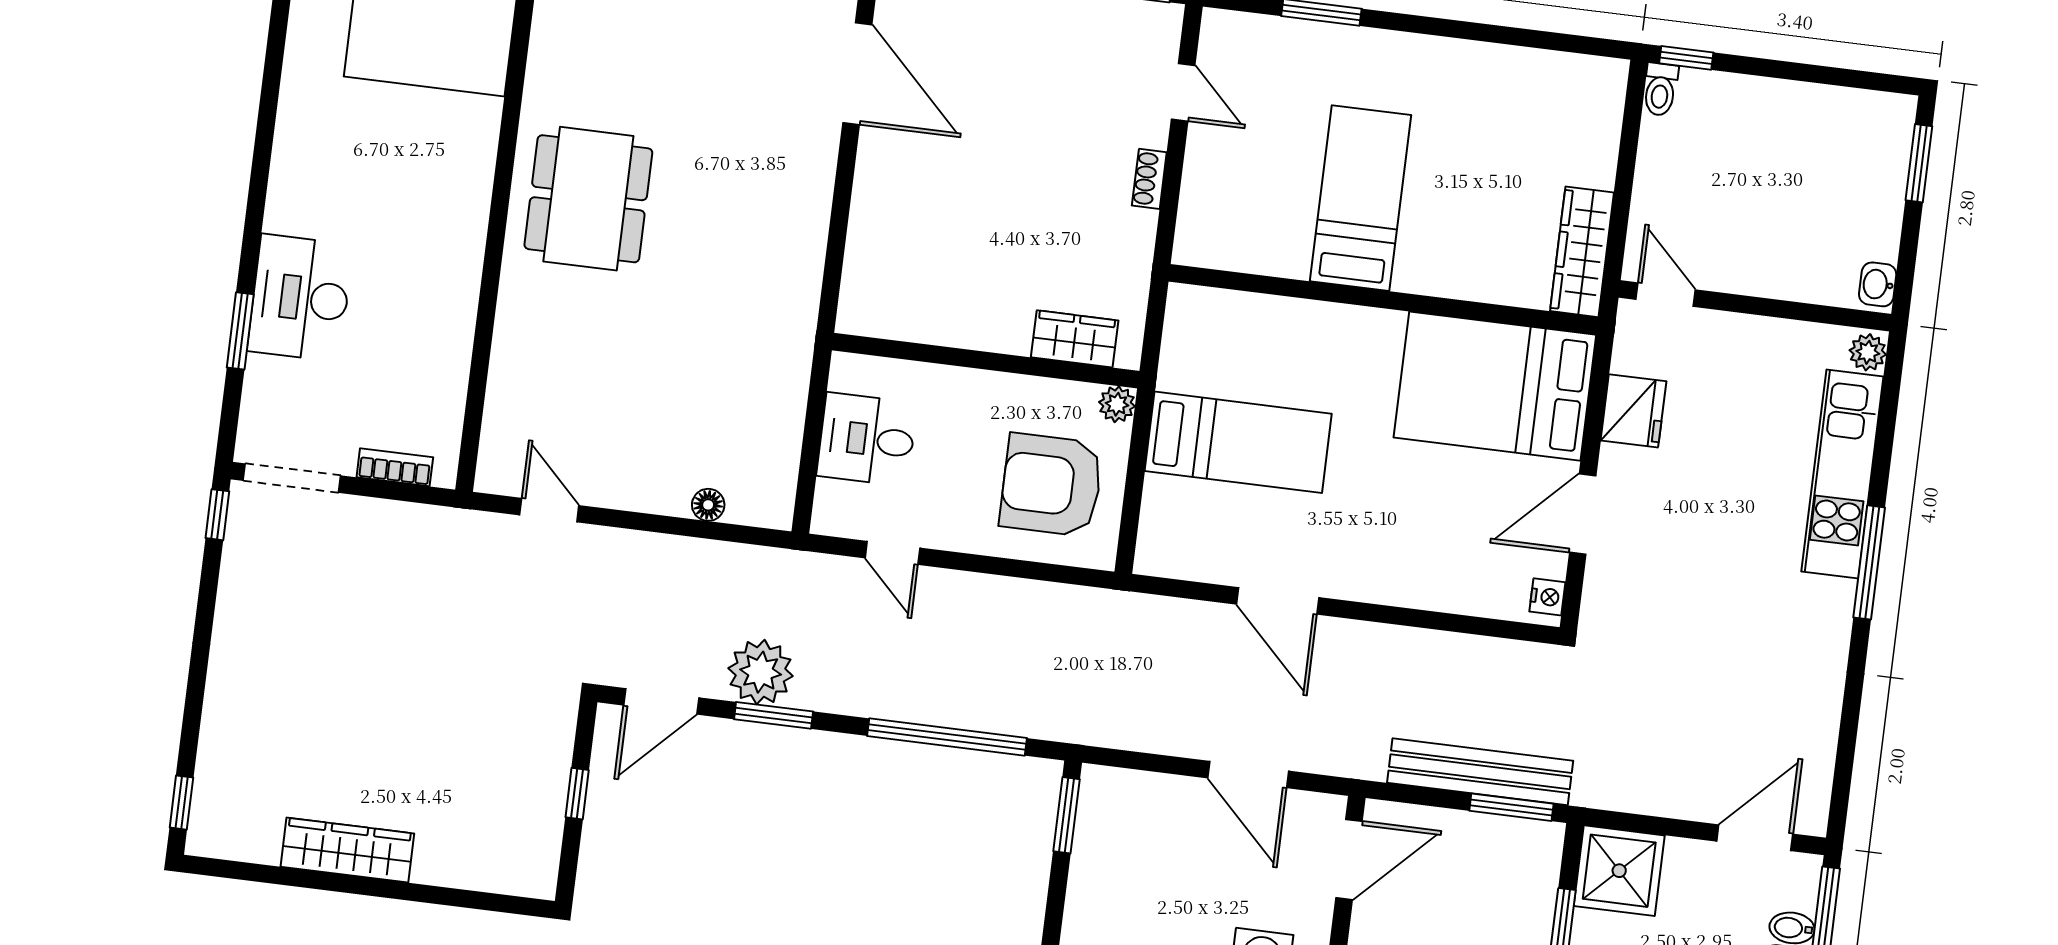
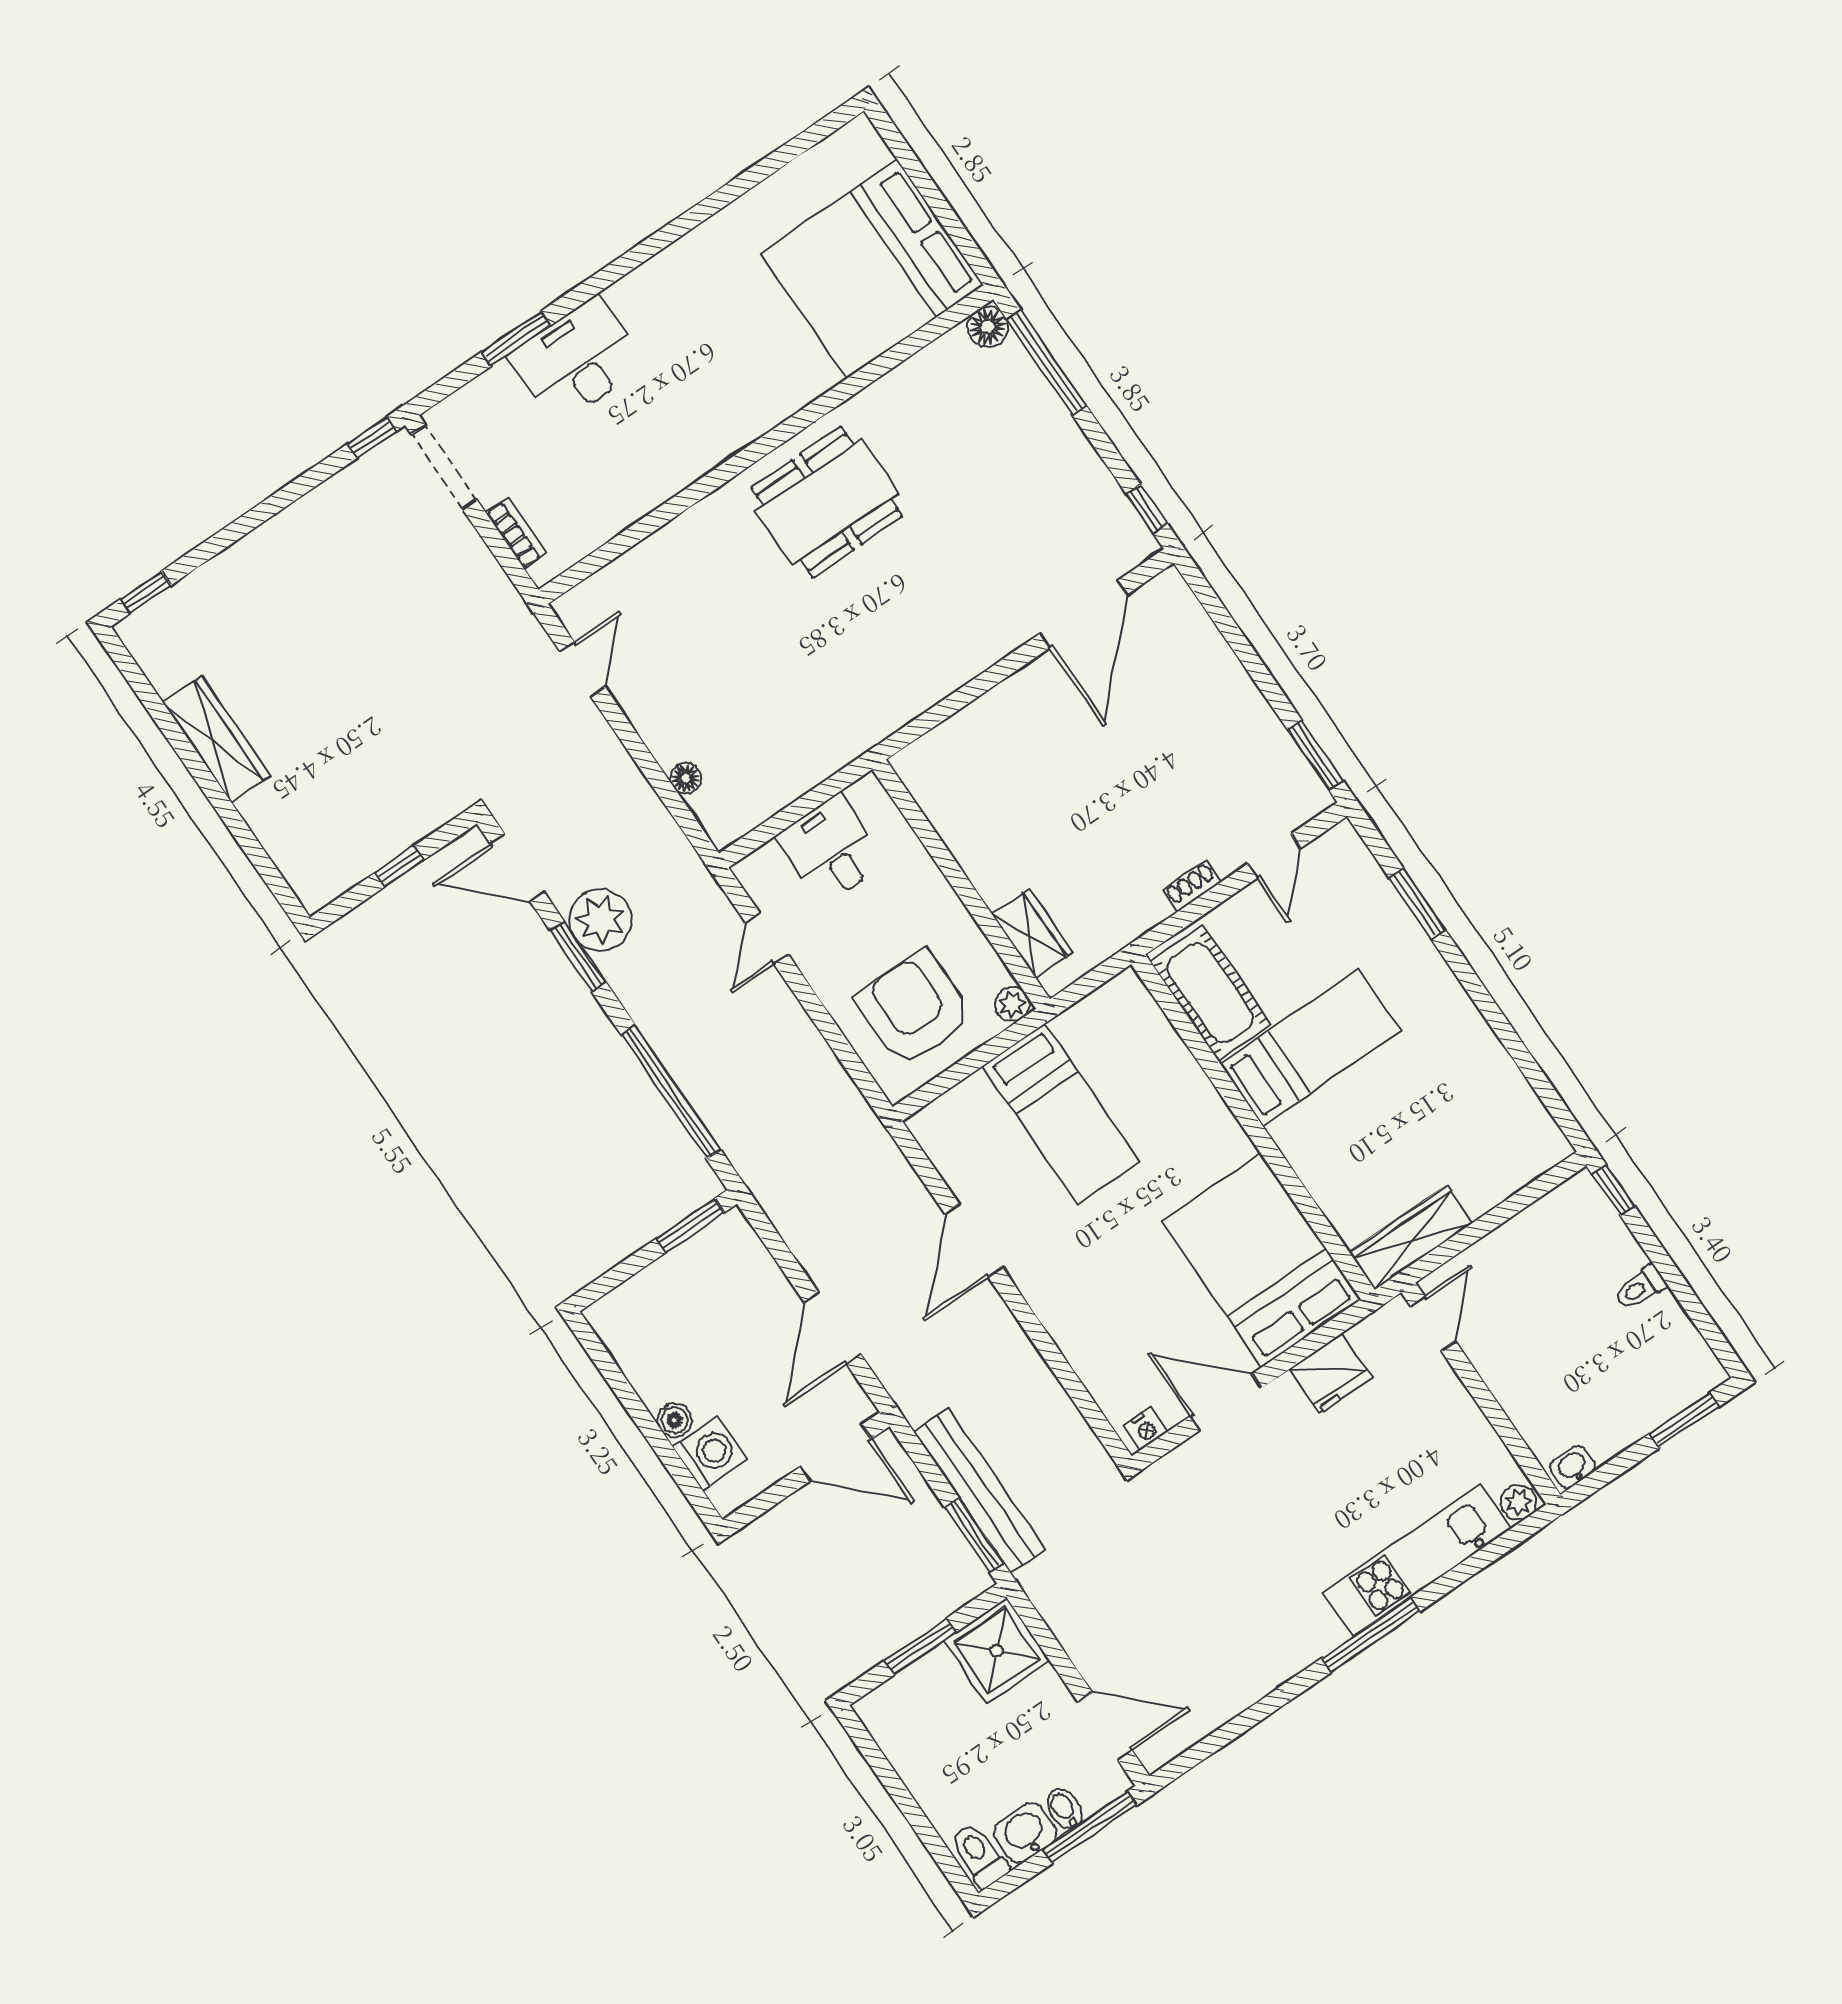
toilet: (1660, 89) -> (1640, 1288), moved
cot: (1247, 239) -> (1210, 993), added

